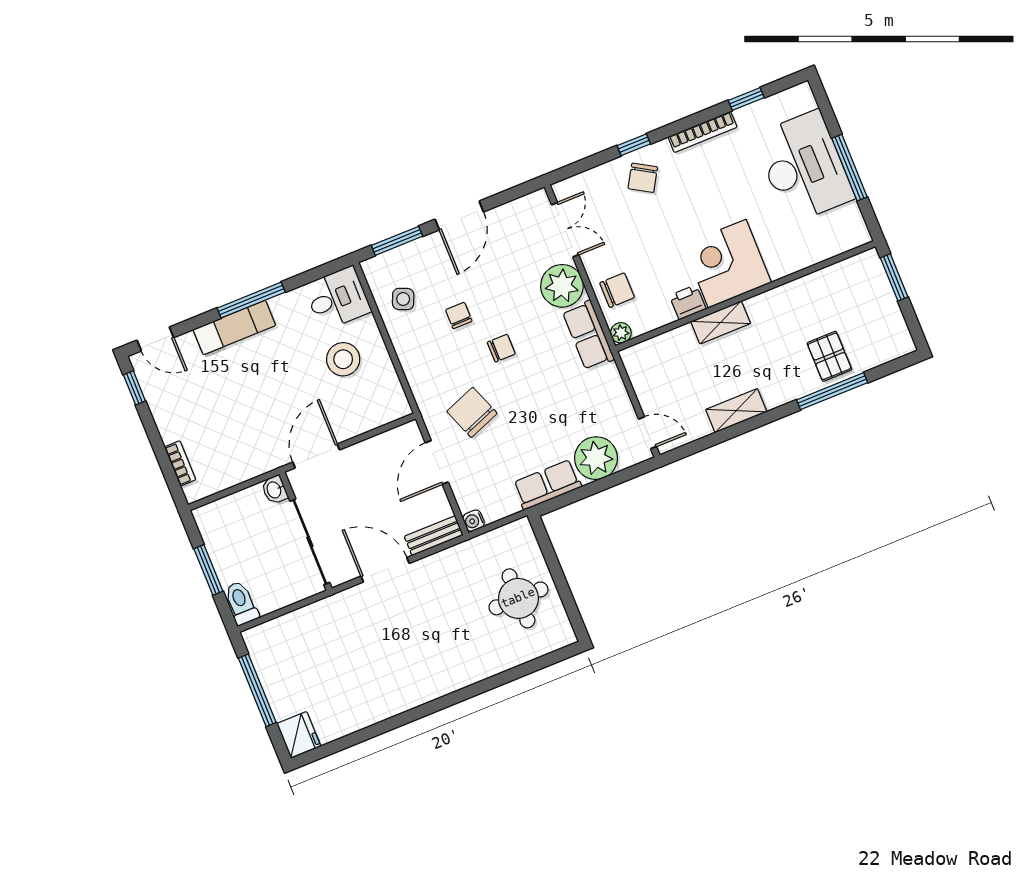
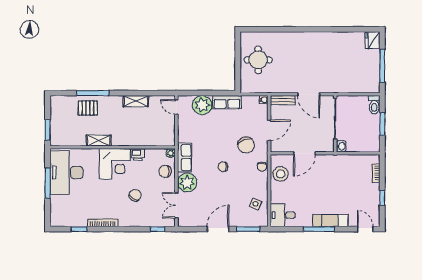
window: (634, 145) -> (158, 229), moved
desk: (804, 167) -> (66, 173), moved
chair: (643, 178) -> (135, 195), moved
chair: (459, 315) -> (262, 167), moved
shelving: (721, 322) -> (99, 140), moved
pallet: (829, 356) -> (88, 108), turned 90
stool: (343, 359) -> (281, 174), moved
window: (134, 388) -> (382, 198), moved
door: (316, 456) -> (304, 153), moved

